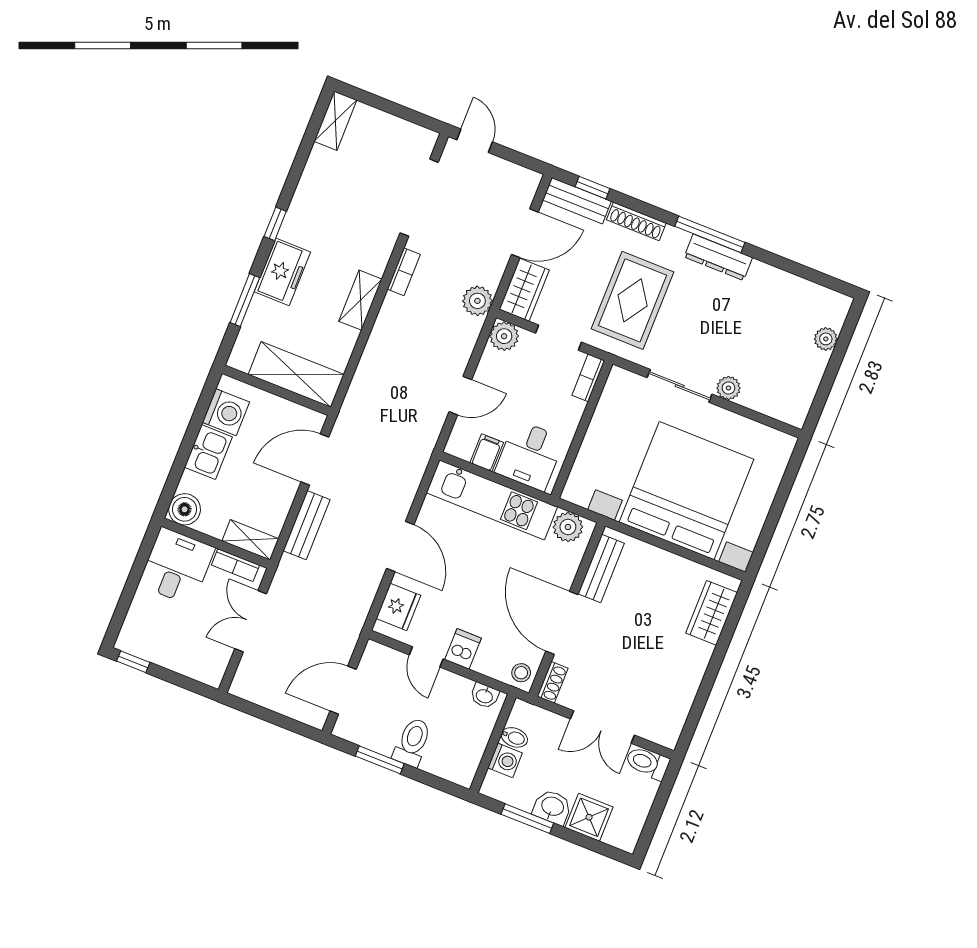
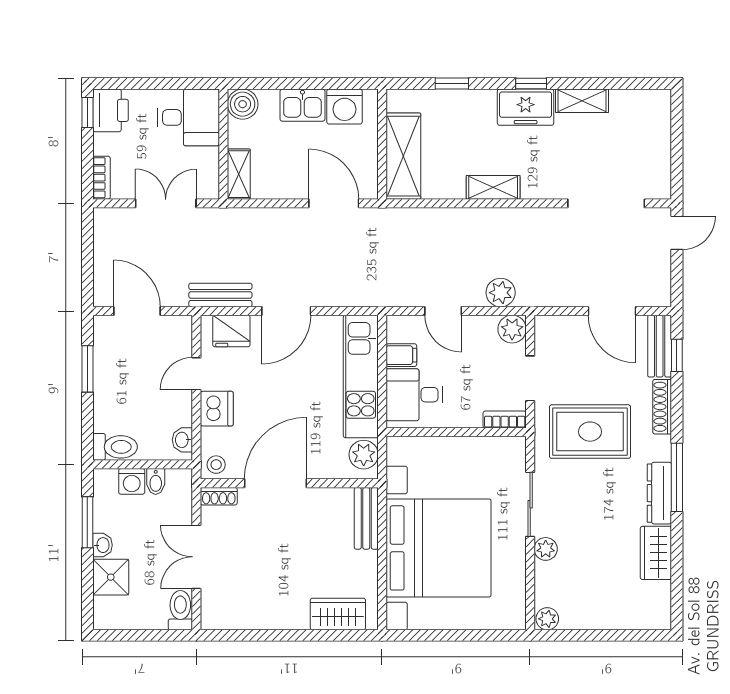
shelving: (335, 121) -> (582, 101), moved
freezer: (282, 272) -> (526, 107), moved
bookcase: (404, 272) -> (534, 216), removed
wardrobe: (524, 290) -> (656, 553), moved, turned 90
window: (245, 300) -> (452, 84), width x0.67
plant: (477, 301) -> (501, 293), moved
plant: (826, 339) -> (547, 619), moved
bench: (307, 525) -> (220, 295), moved
bookcase: (235, 565) -> (101, 178), moved, turned 180
bench: (601, 569) -> (366, 518), moved, turned 90
printer: (140, 639) -> (110, 110), added
dishwasher: (463, 649) -> (217, 409), width x1.38
toilet: (412, 742) -> (115, 447), moved
washbasin: (552, 807) -> (102, 545), width x0.72, depth x0.69

